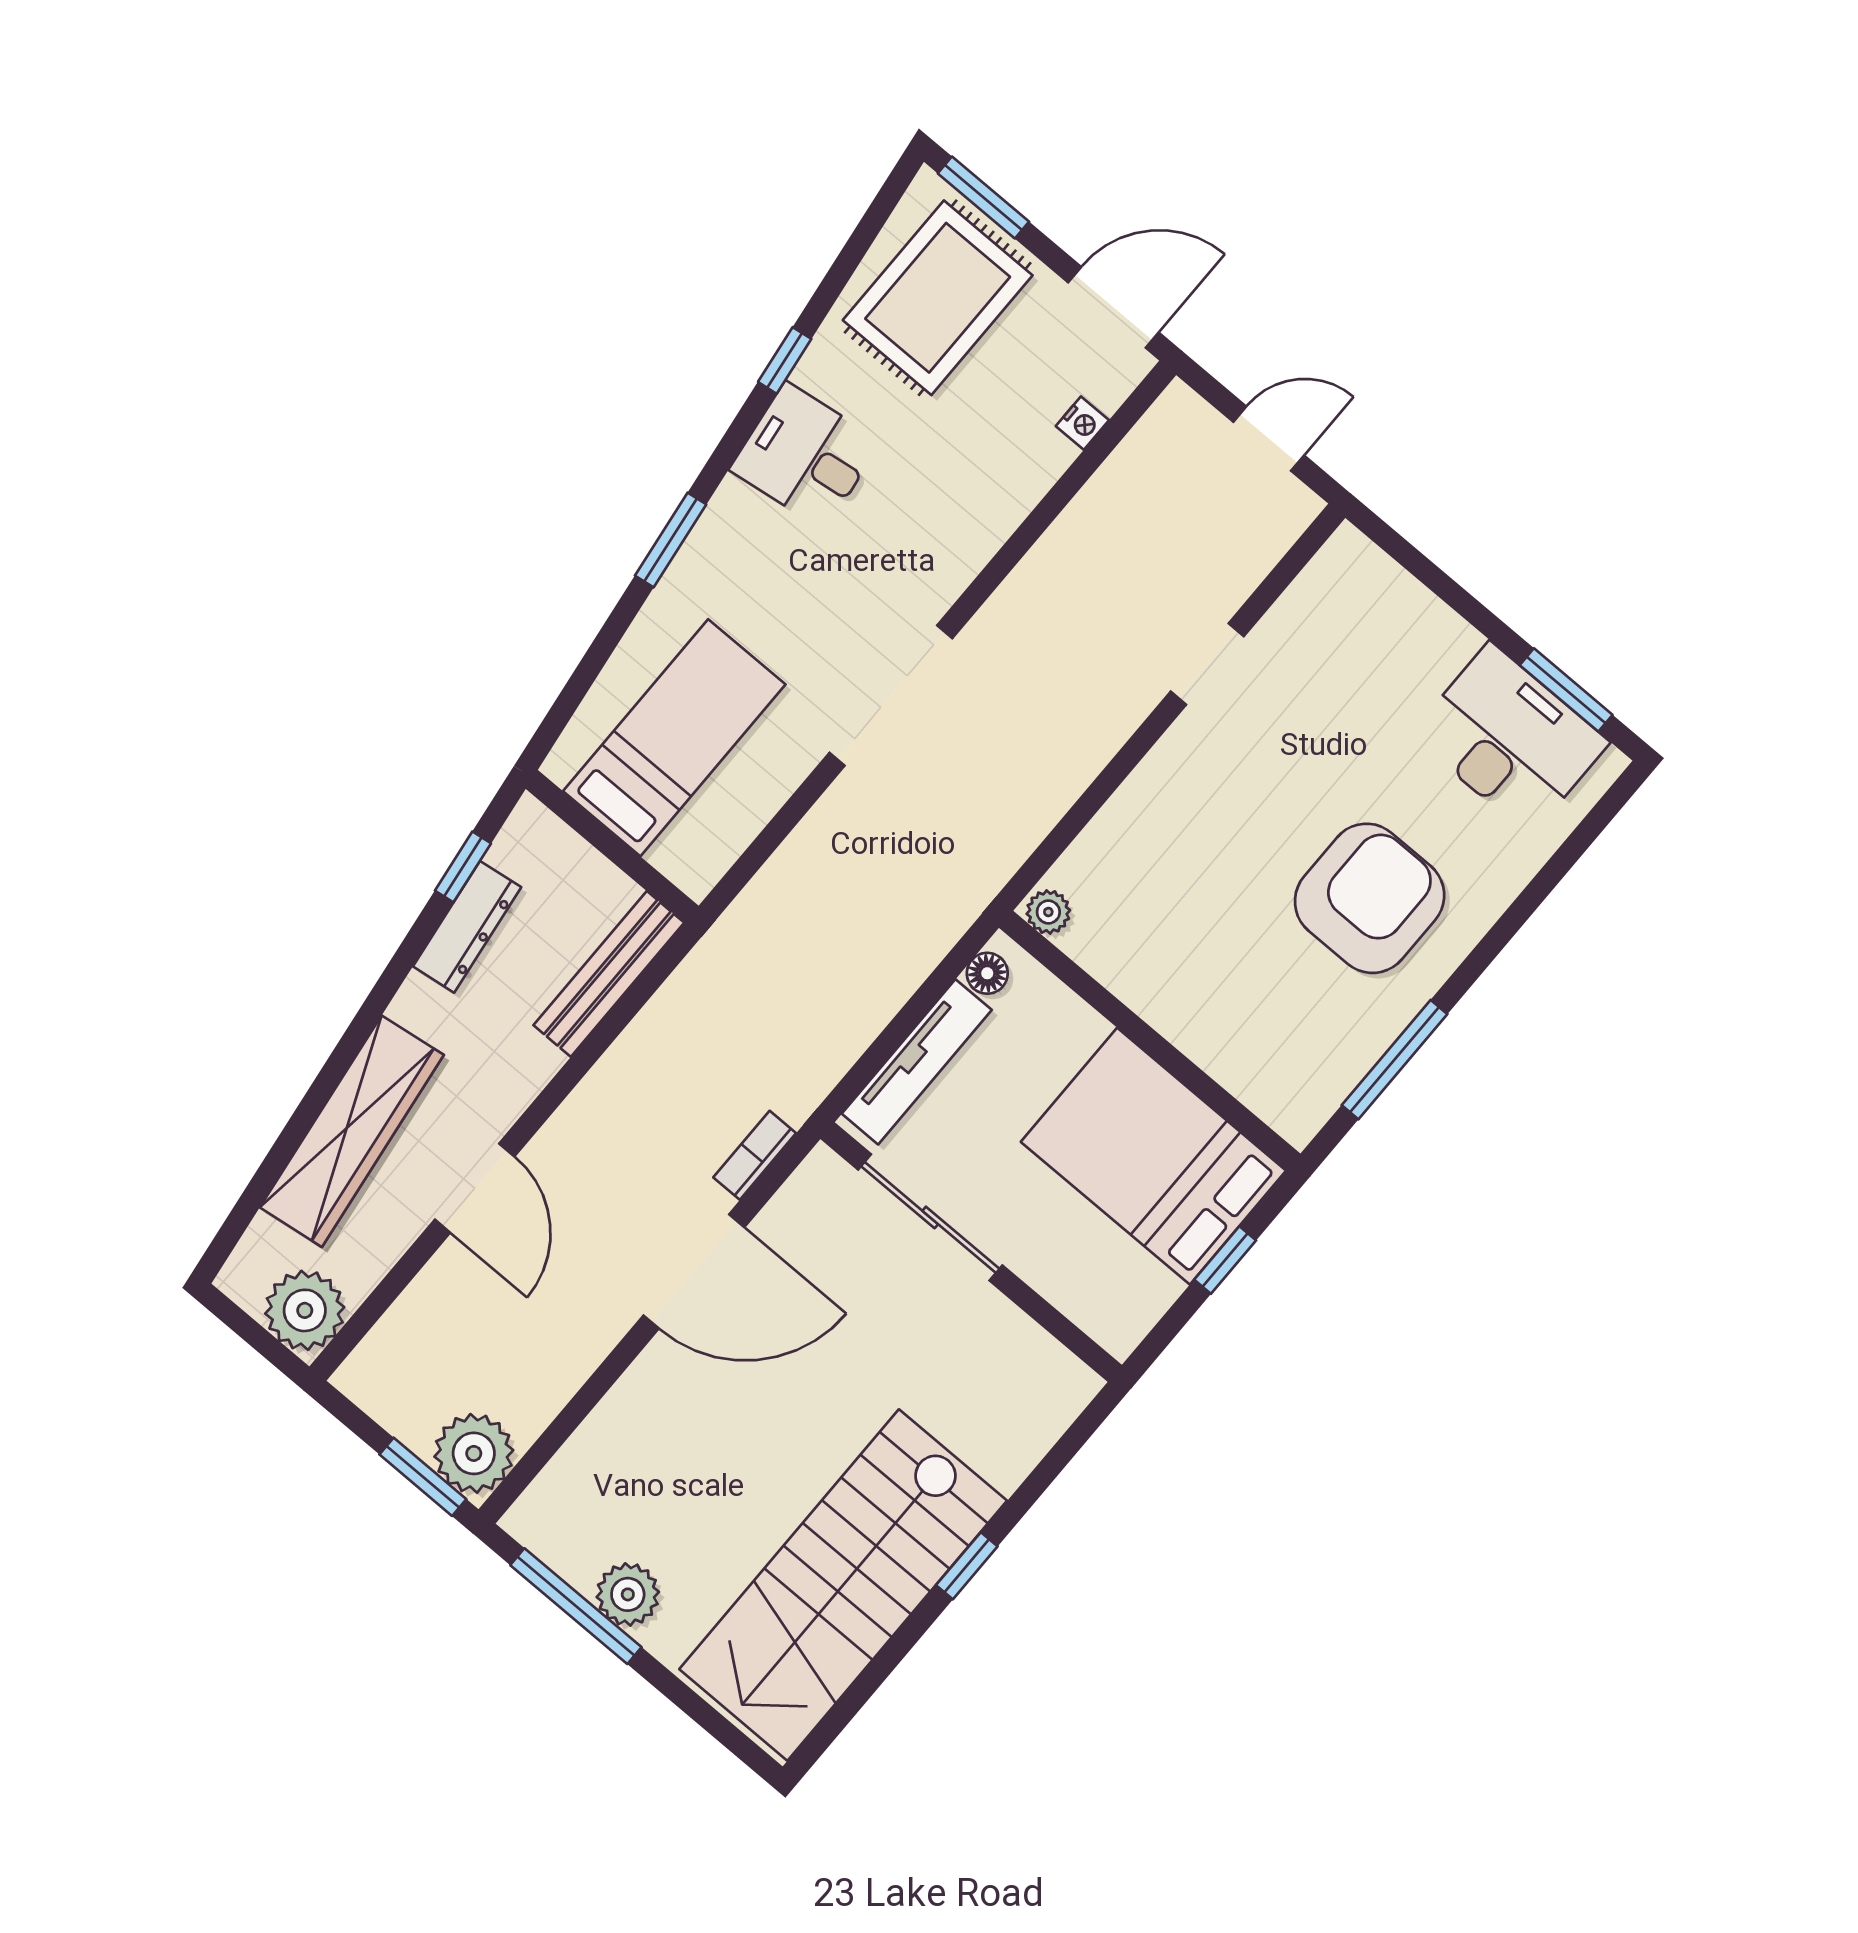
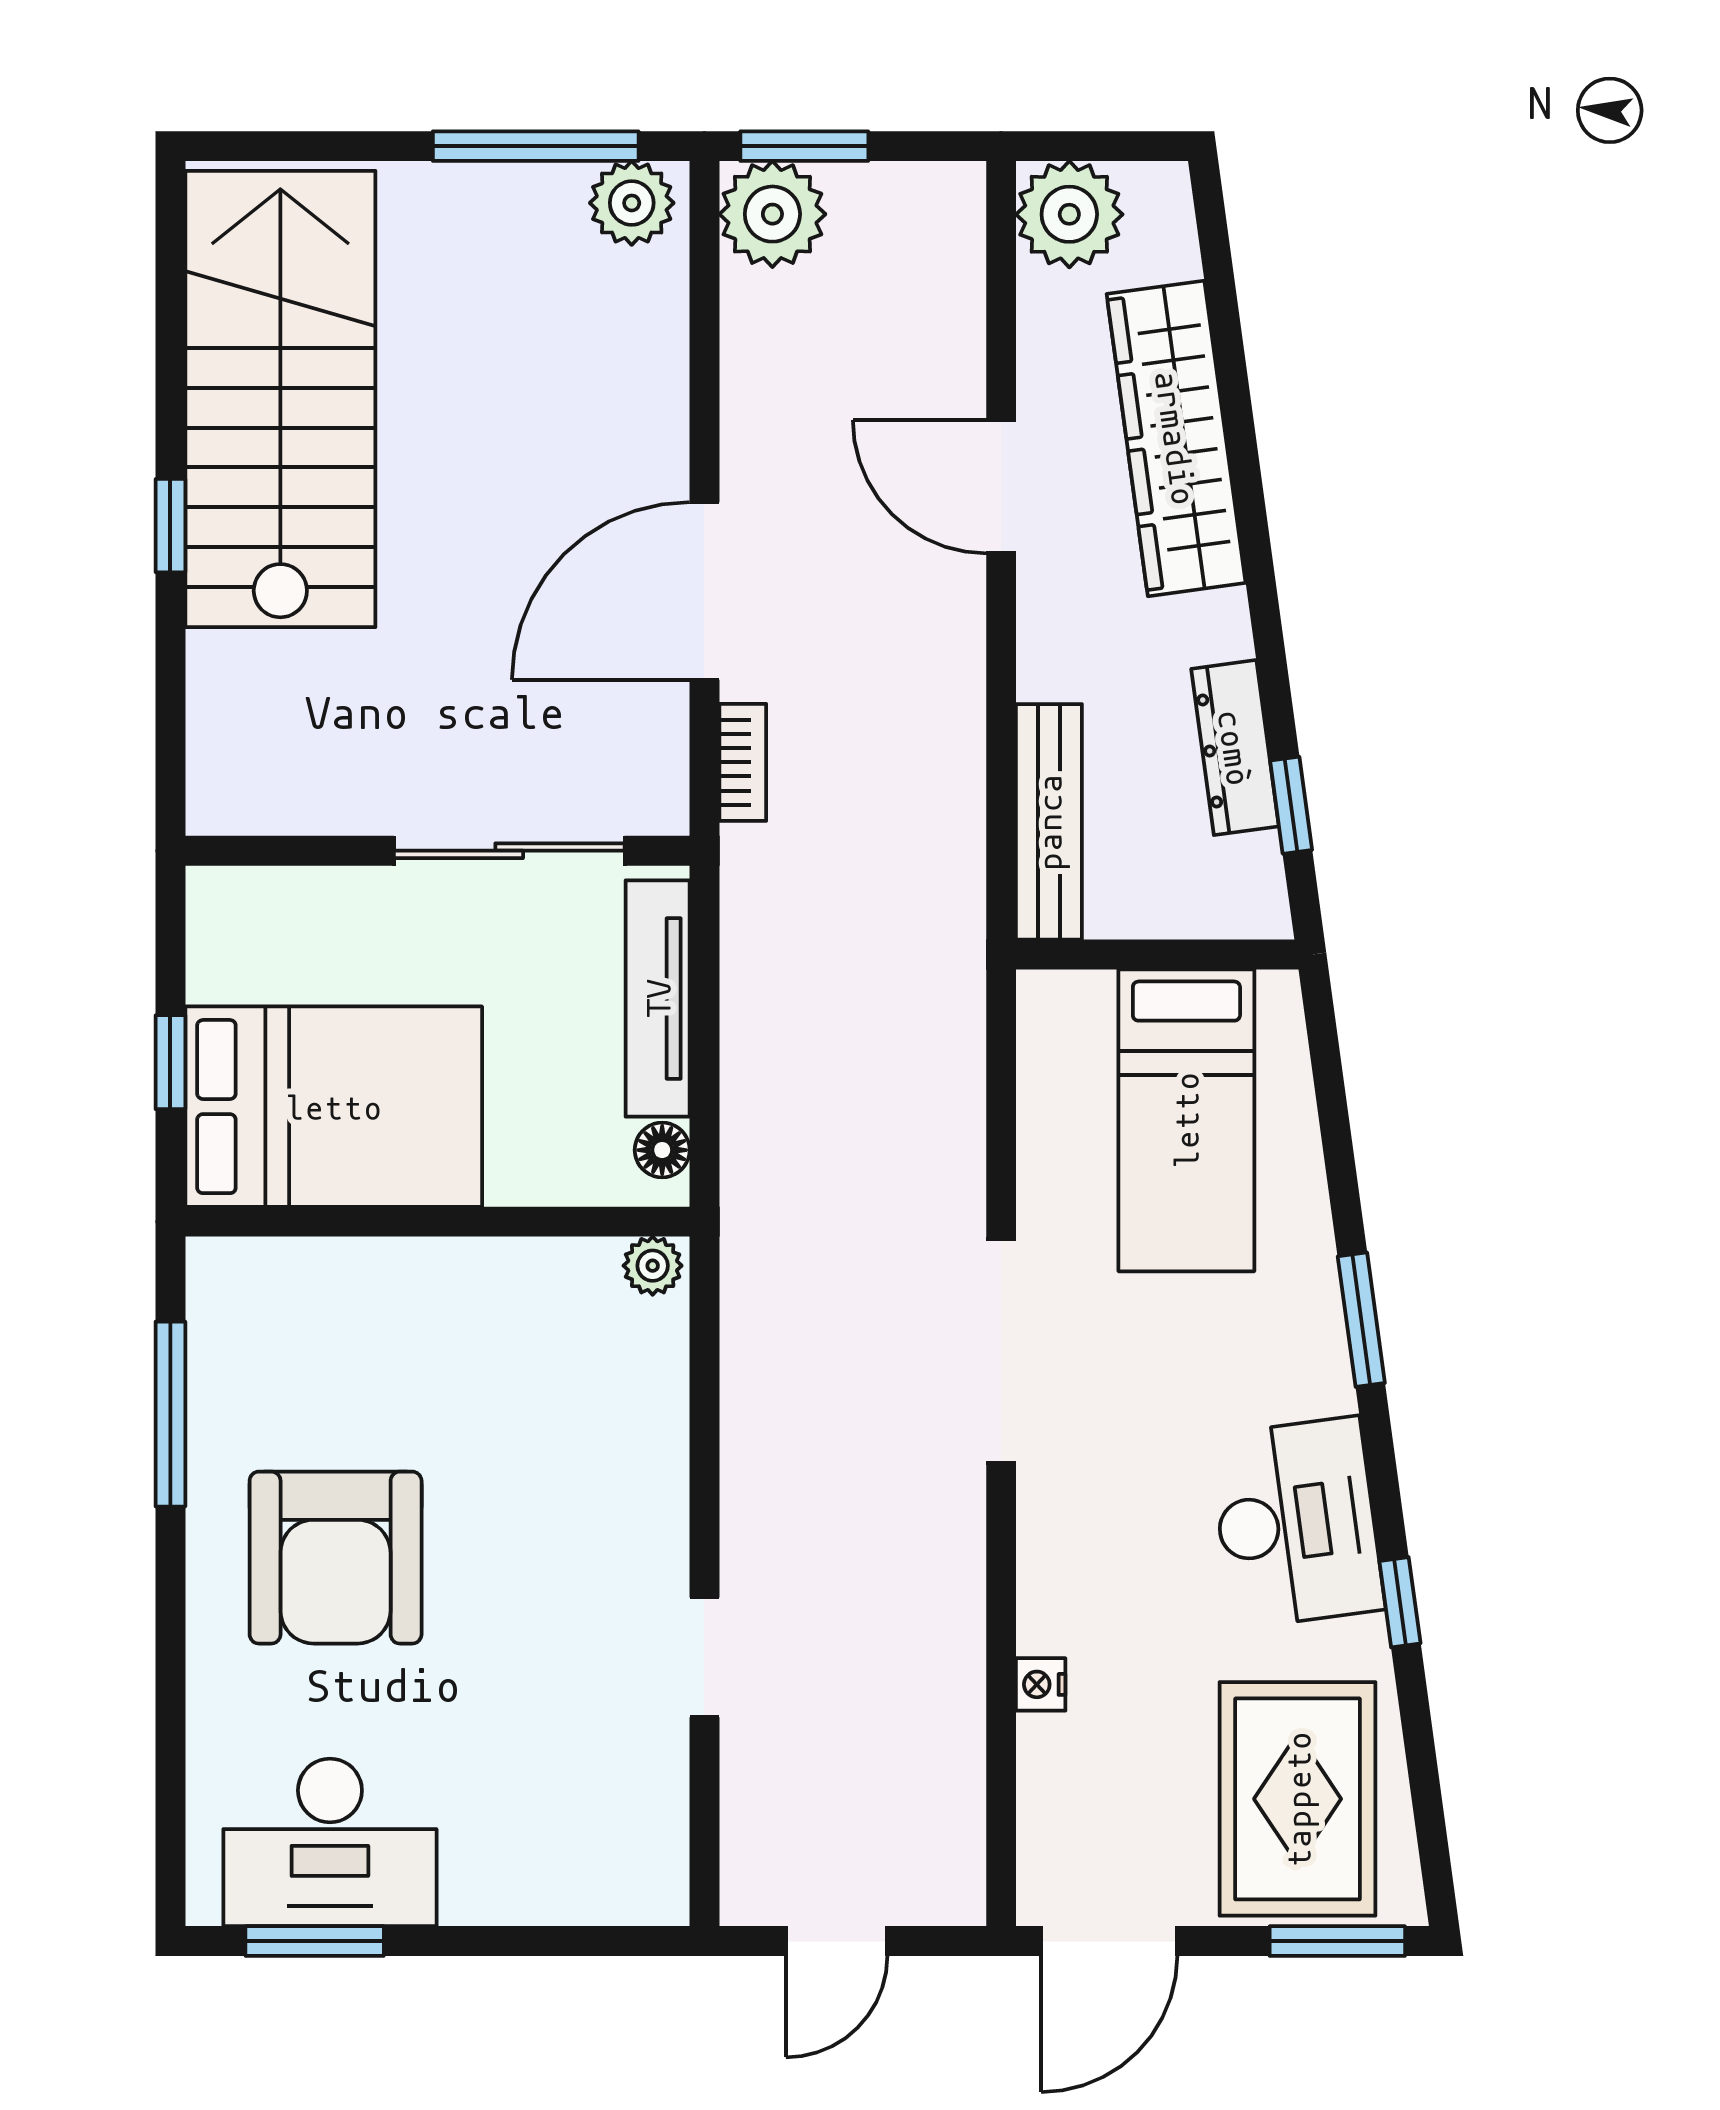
nightstand: (1082, 423) -> (1041, 1684), moved
desk: (805, 456) -> (1296, 1523), width x1.37
plant: (628, 1594) -> (632, 203), moved

